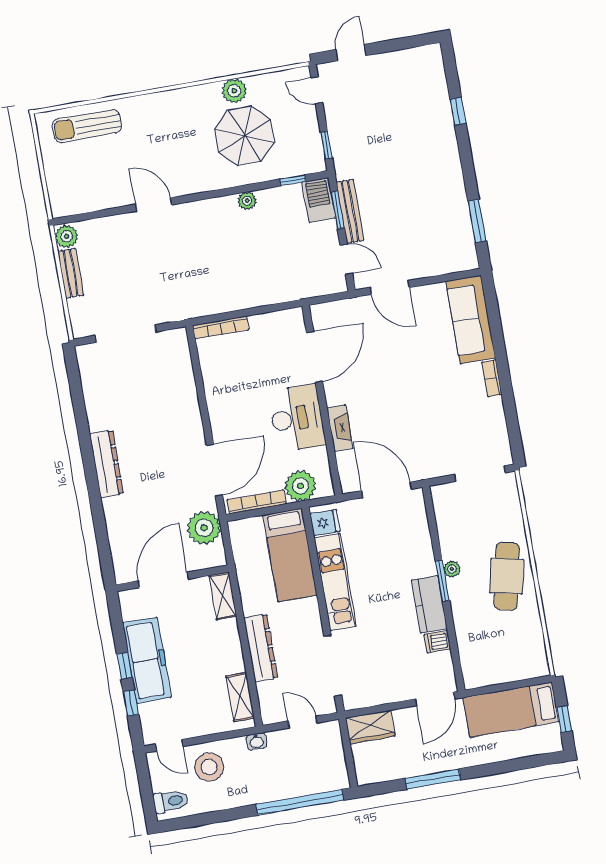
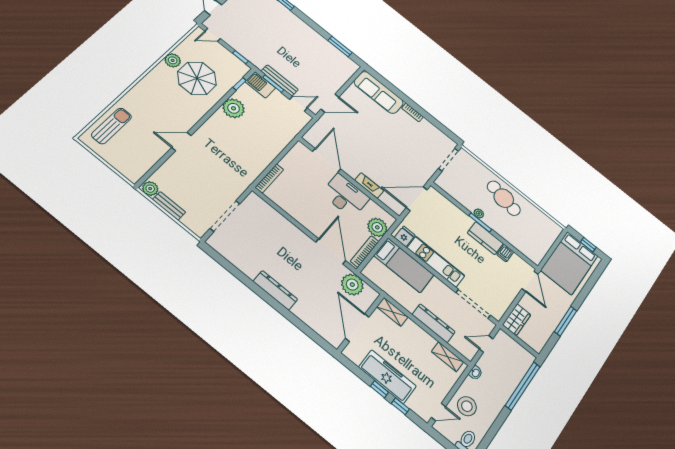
sun lounger: (87, 126) -> (112, 126), turned 180
plant: (247, 201) -> (234, 108), width x1.87, depth x1.87
bed: (511, 710) -> (569, 263), width x1.50

